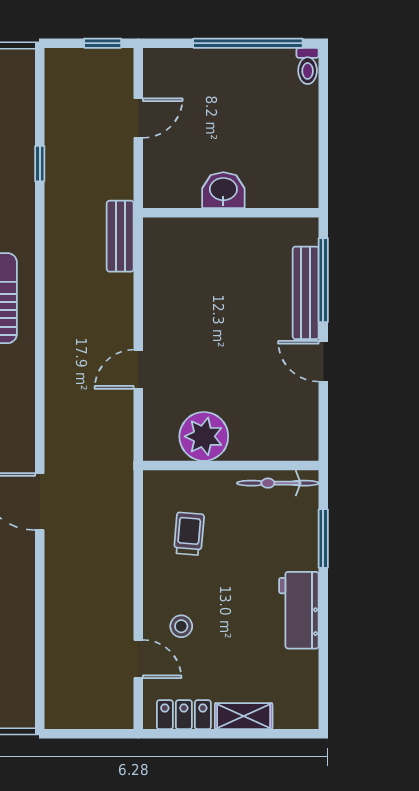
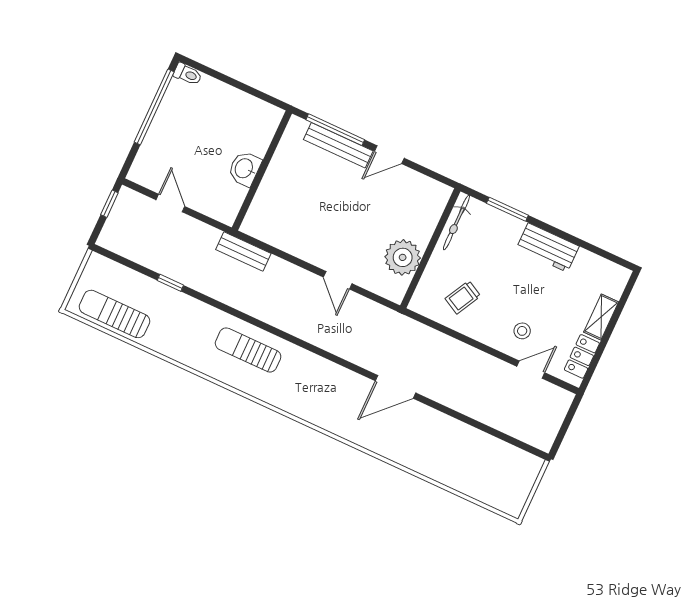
trolley: (189, 534) -> (463, 297), turned -67

